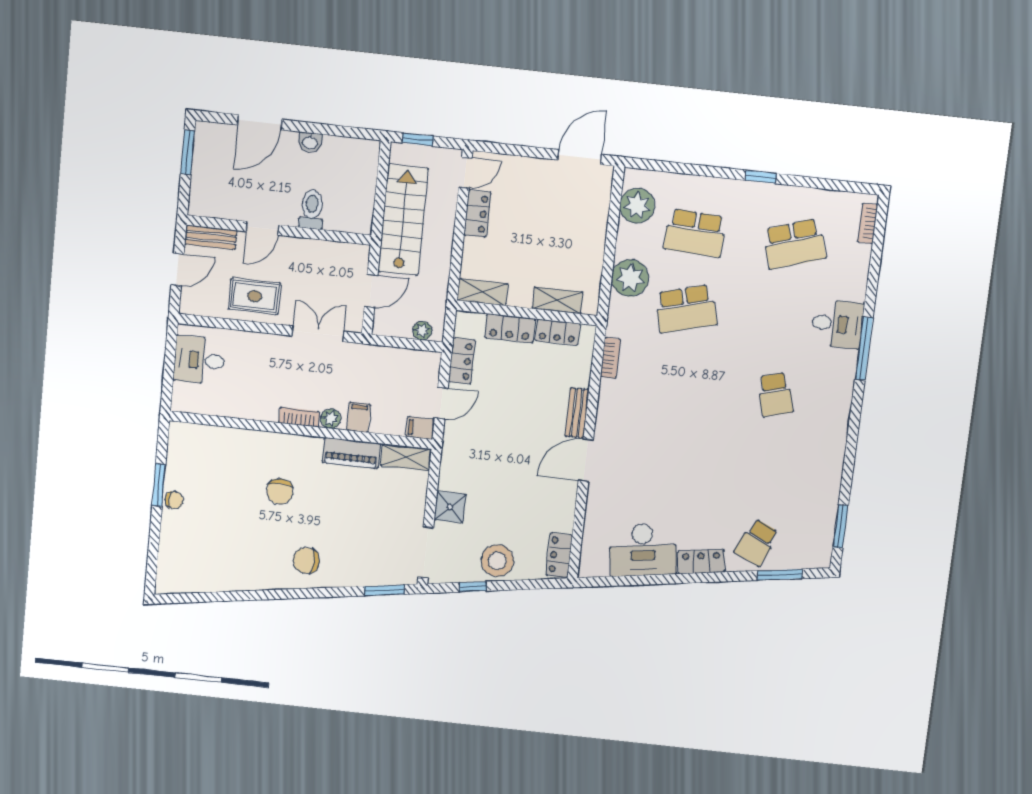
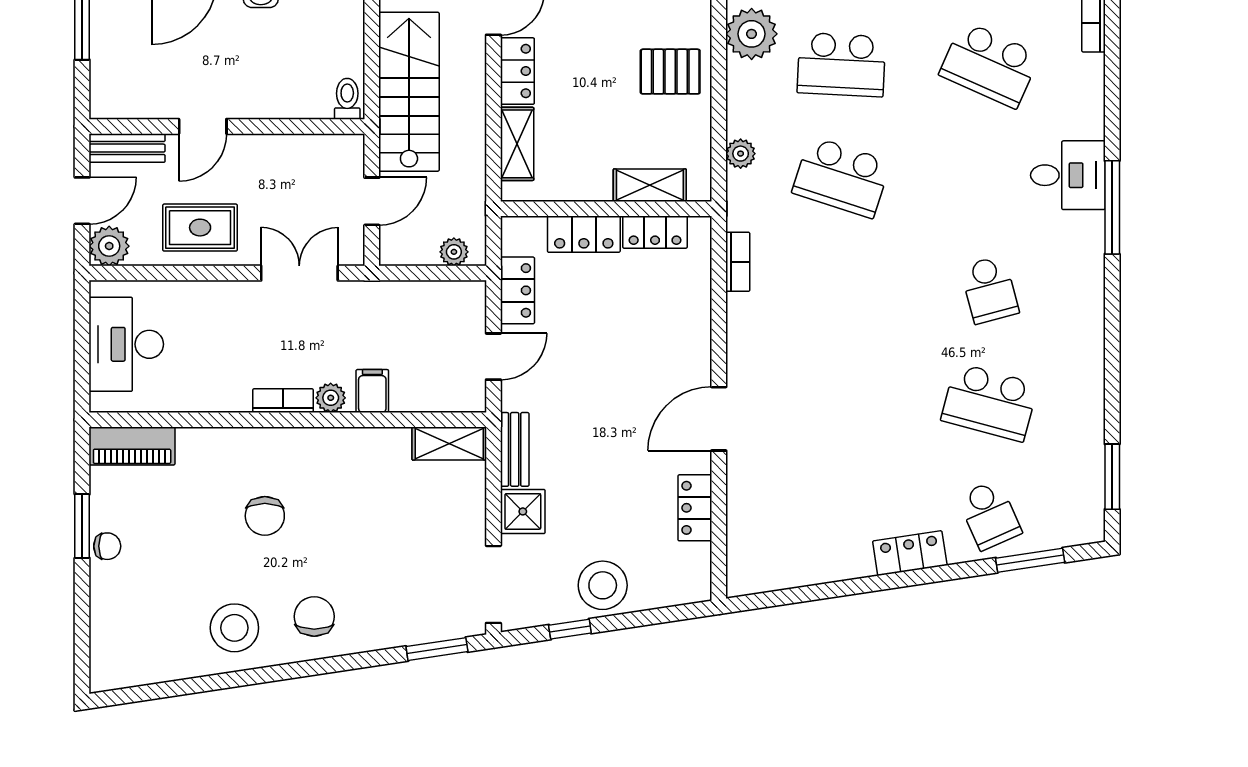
toilet: (312, 209) -> (347, 99), moved, width x0.73, depth x0.72
pallet: (580, 225) -> (670, 72), added
school desk: (794, 244) -> (989, 65), turned 42
plant: (630, 278) -> (741, 154), width x0.53, depth x0.53
shelving: (482, 292) -> (517, 144), moved, turned 90
plant: (193, 302) -> (109, 246), added
school desk: (686, 309) -> (841, 177), turned 33
desk: (199, 360) -> (126, 344), width x1.37
bench: (577, 413) -> (515, 449), moved
filing cabinet: (420, 428) -> (466, 397), removed
piano: (351, 453) -> (132, 446), moved
school desk: (766, 469) -> (989, 402), added
school desk: (757, 542) -> (989, 515), turned -48
desk: (643, 550) -> (820, 545), removed
locker: (559, 555) -> (695, 508), moved
chair: (306, 560) -> (314, 617), turned 90
stool: (253, 562) -> (234, 628), added

